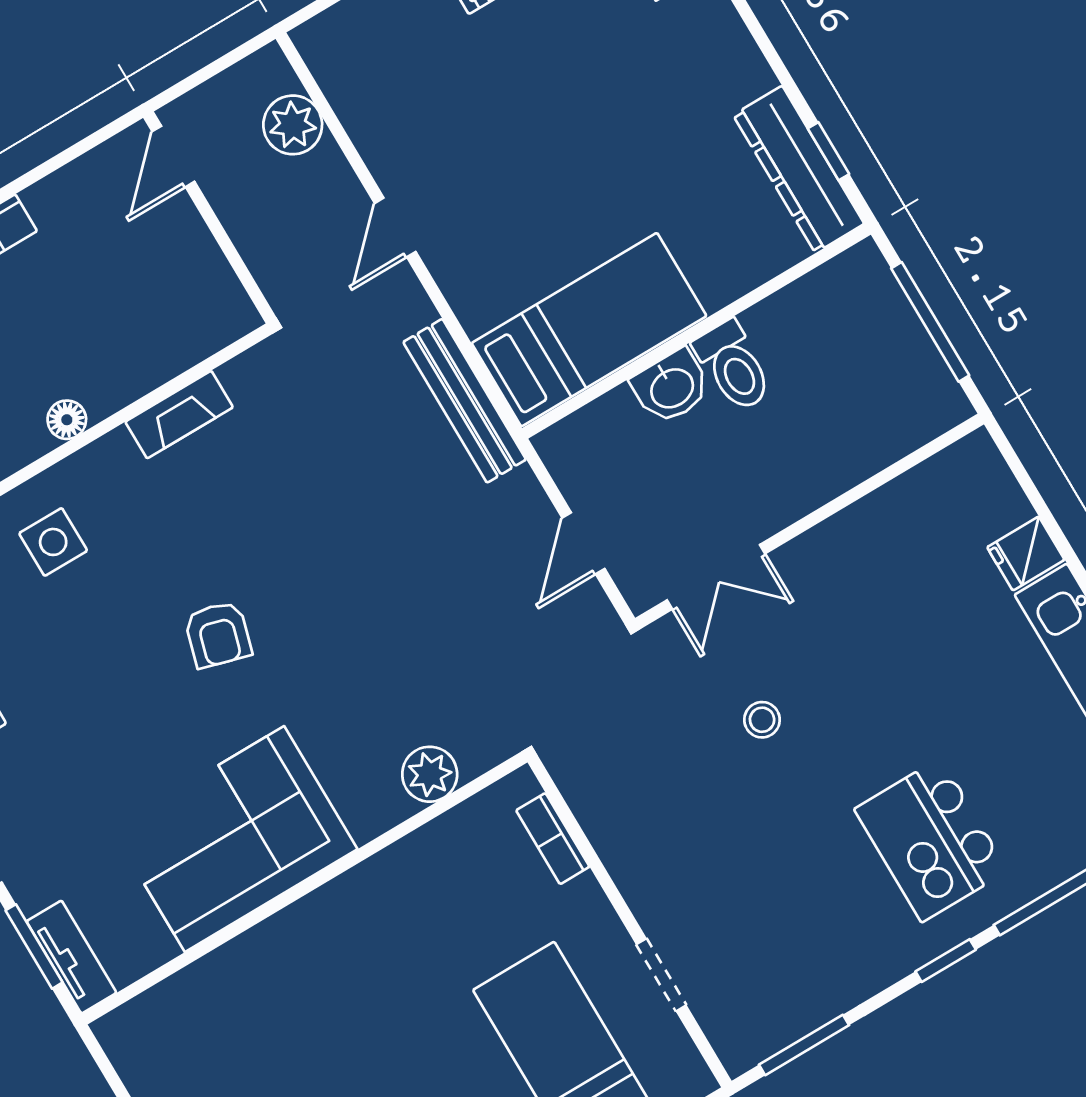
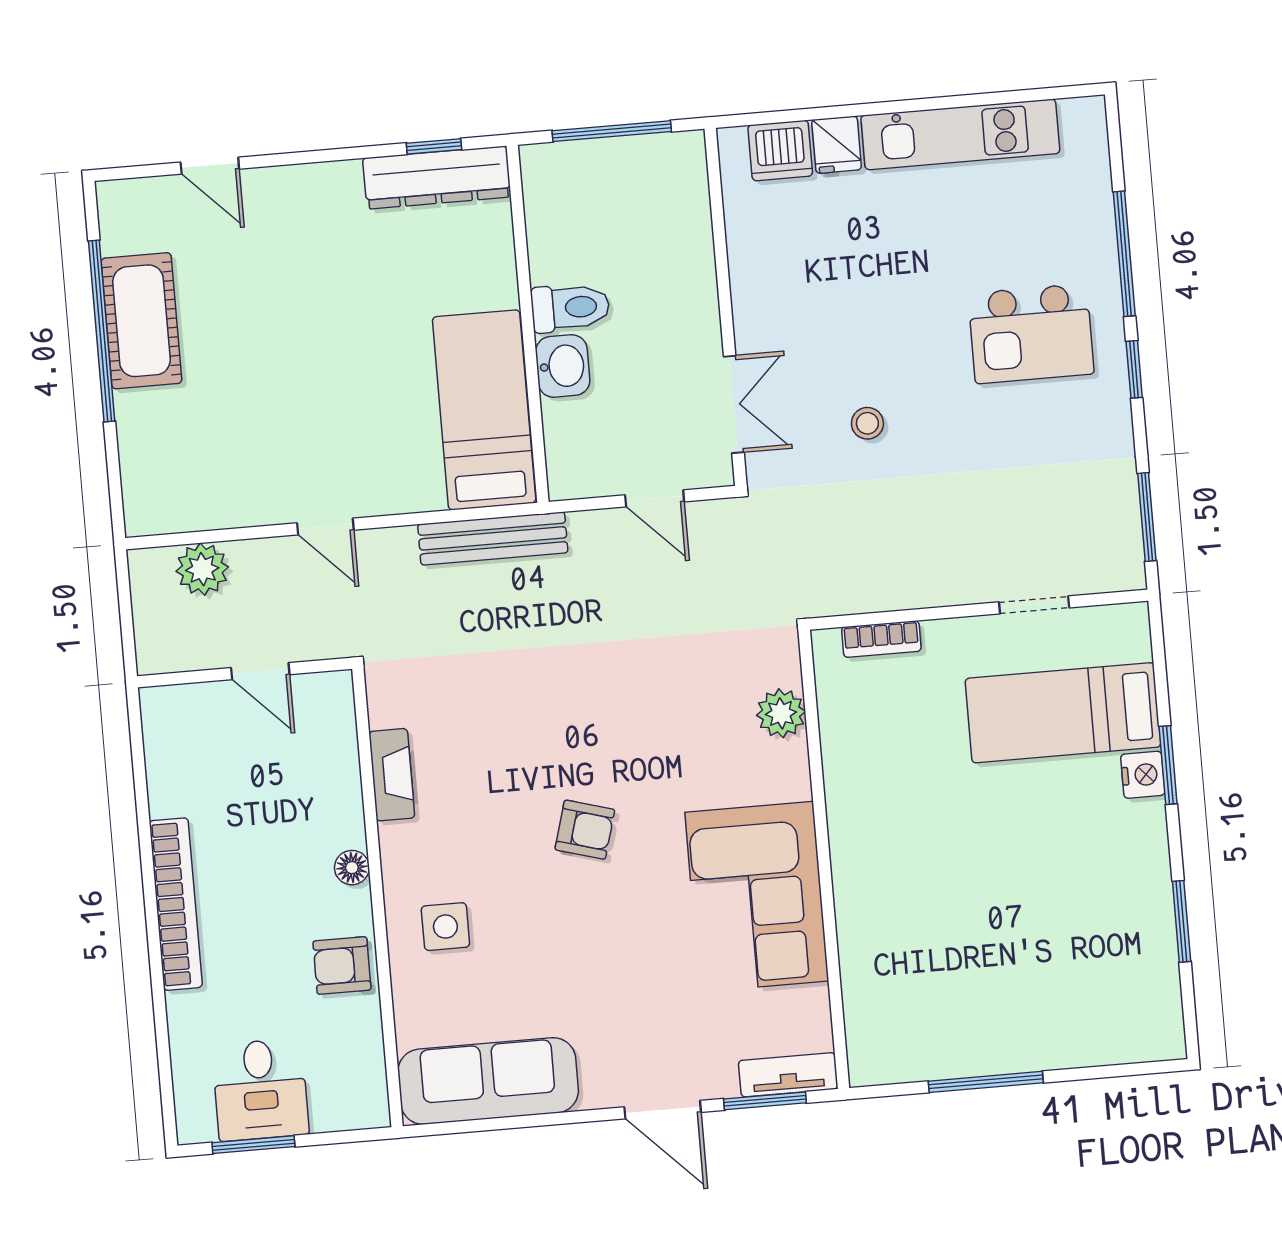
door: (173, 156) -> (260, 671), moved
dishwasher: (993, 500) -> (780, 151), added

